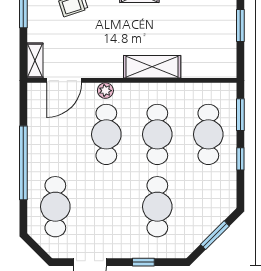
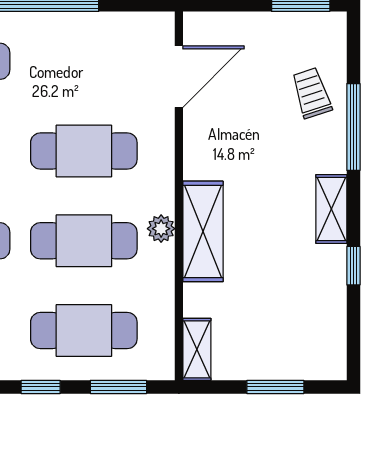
shelving: (35, 61) -> (197, 349), moved, turned 90
door: (64, 80) -> (179, 77), swing flipped
plant: (105, 91) -> (161, 229), moved

